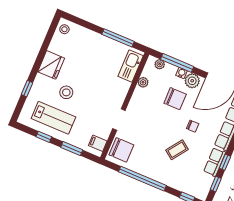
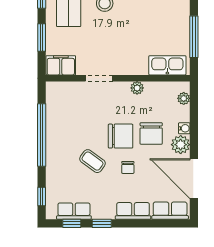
window: (177, 63) -> (194, 118), removed
plant: (143, 82) -> (137, 88), moved
filing cabinet: (98, 143) -> (61, 65), width x2.00
chair: (121, 150) -> (121, 136), moved, turned -90
row of seats: (215, 162) -> (74, 211), moved

